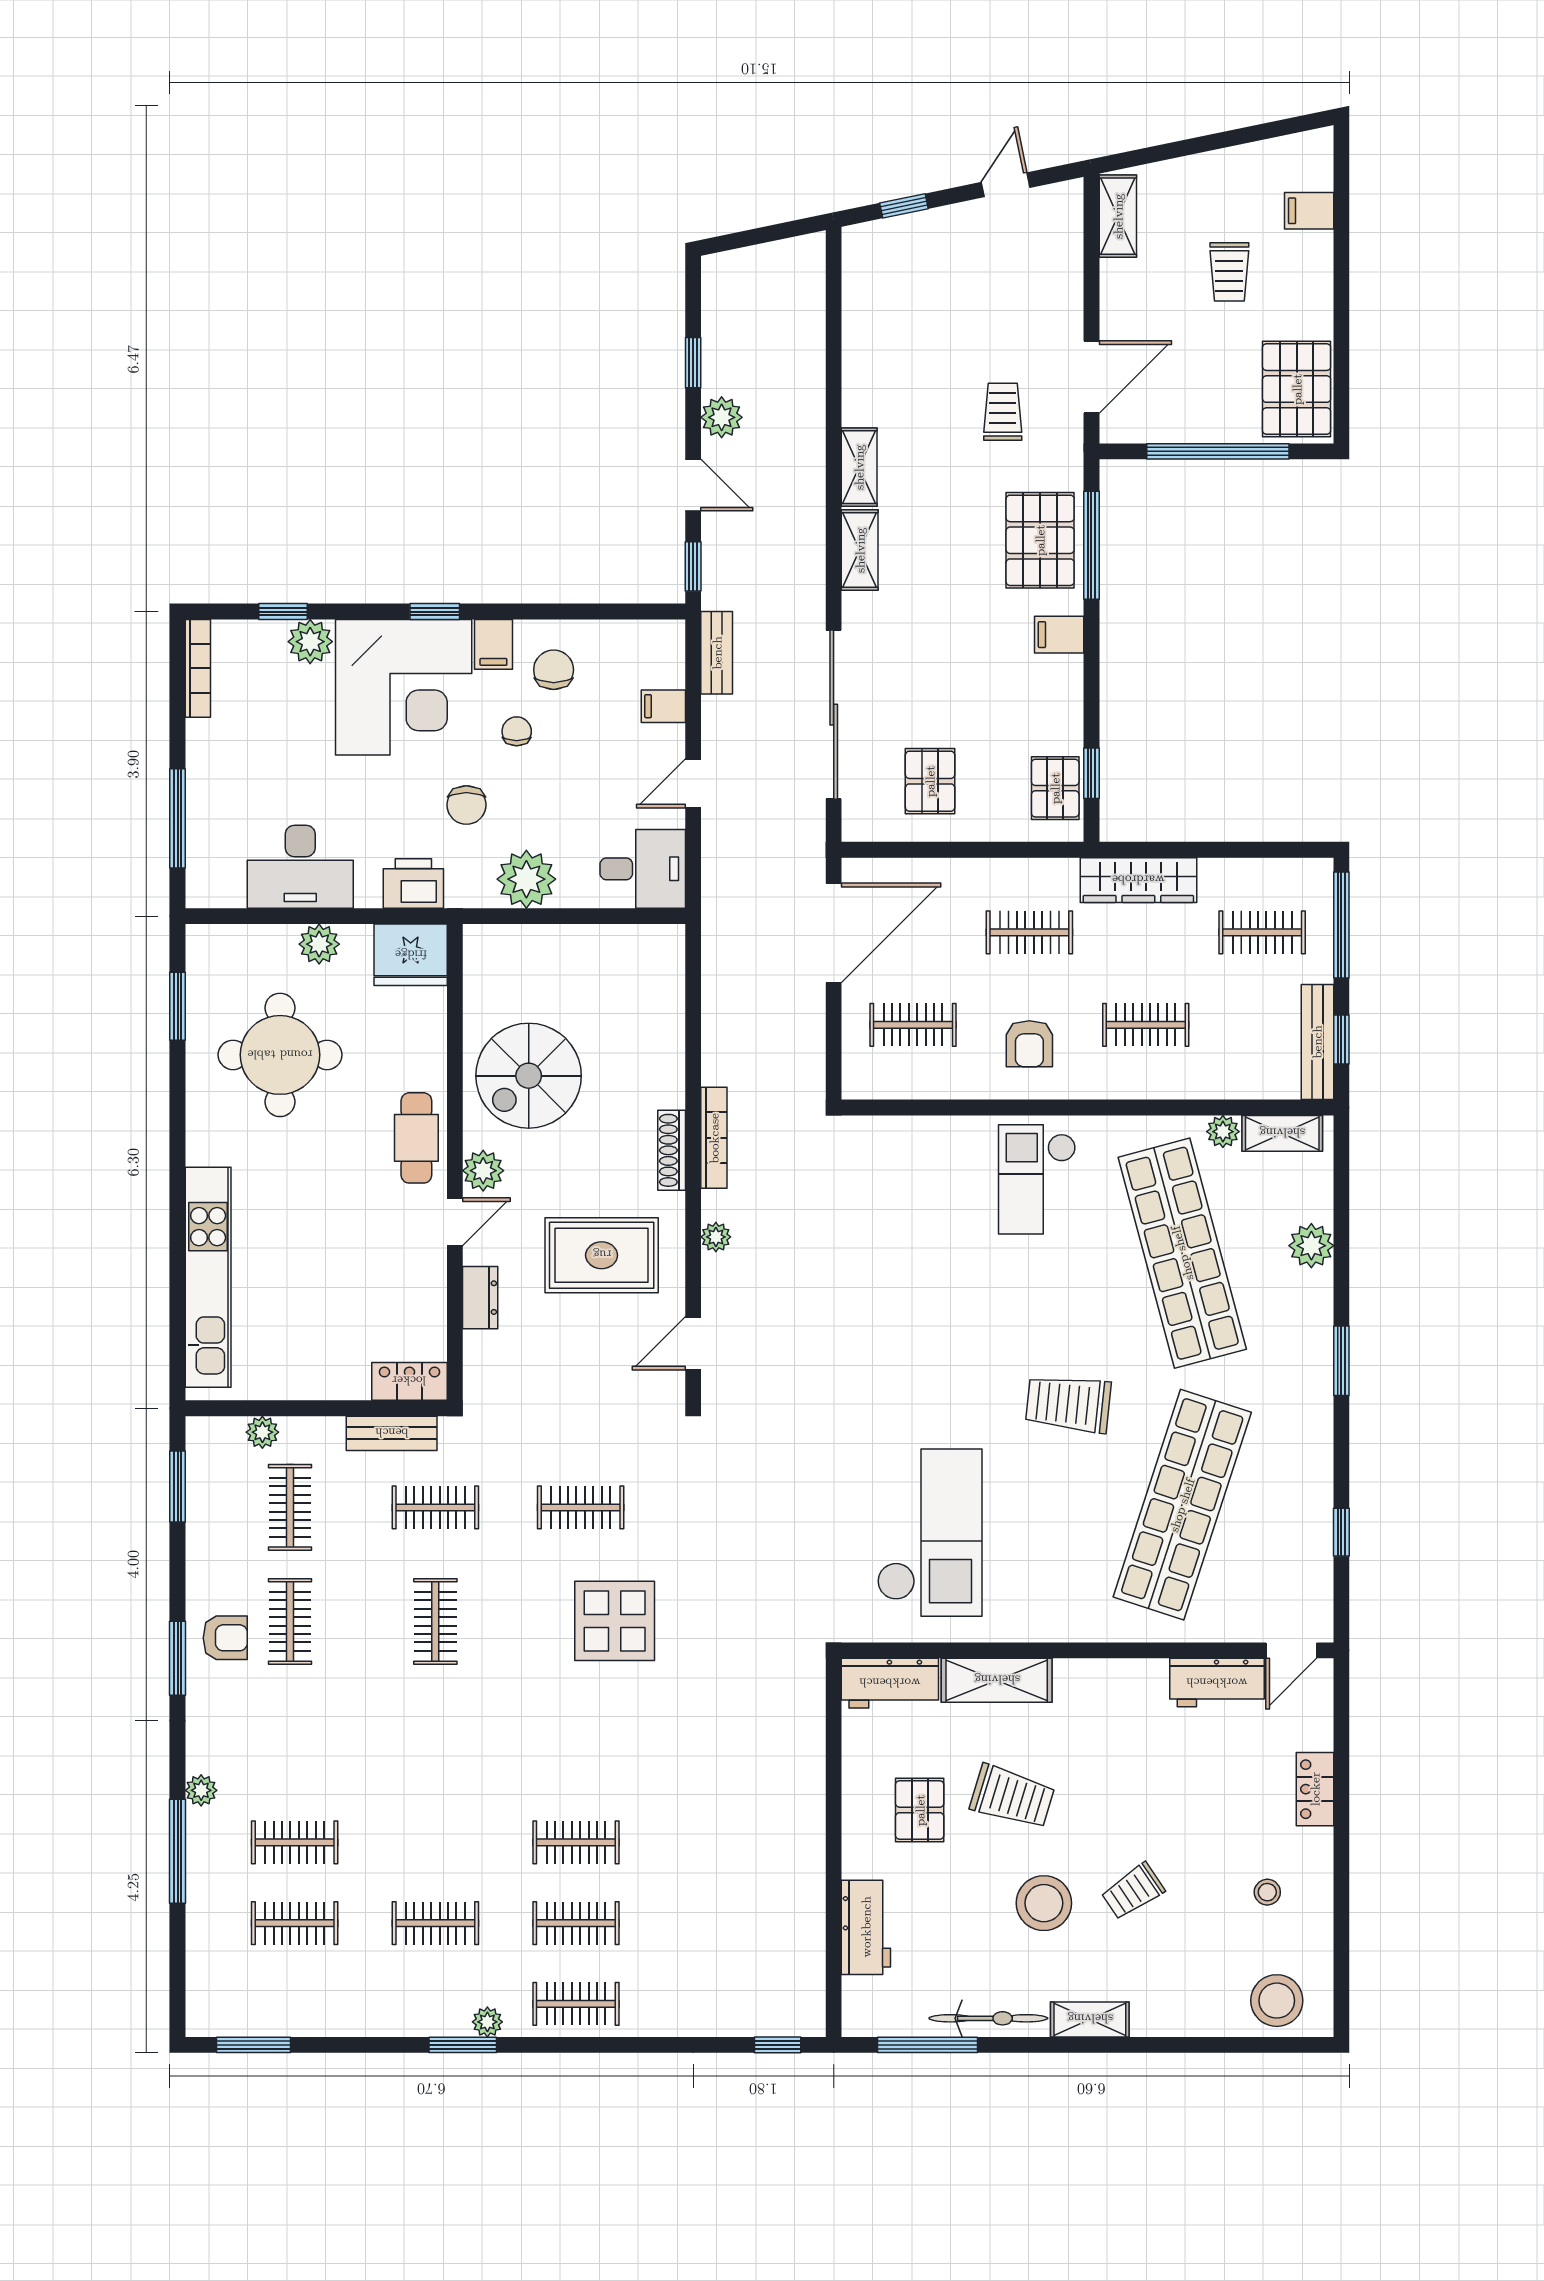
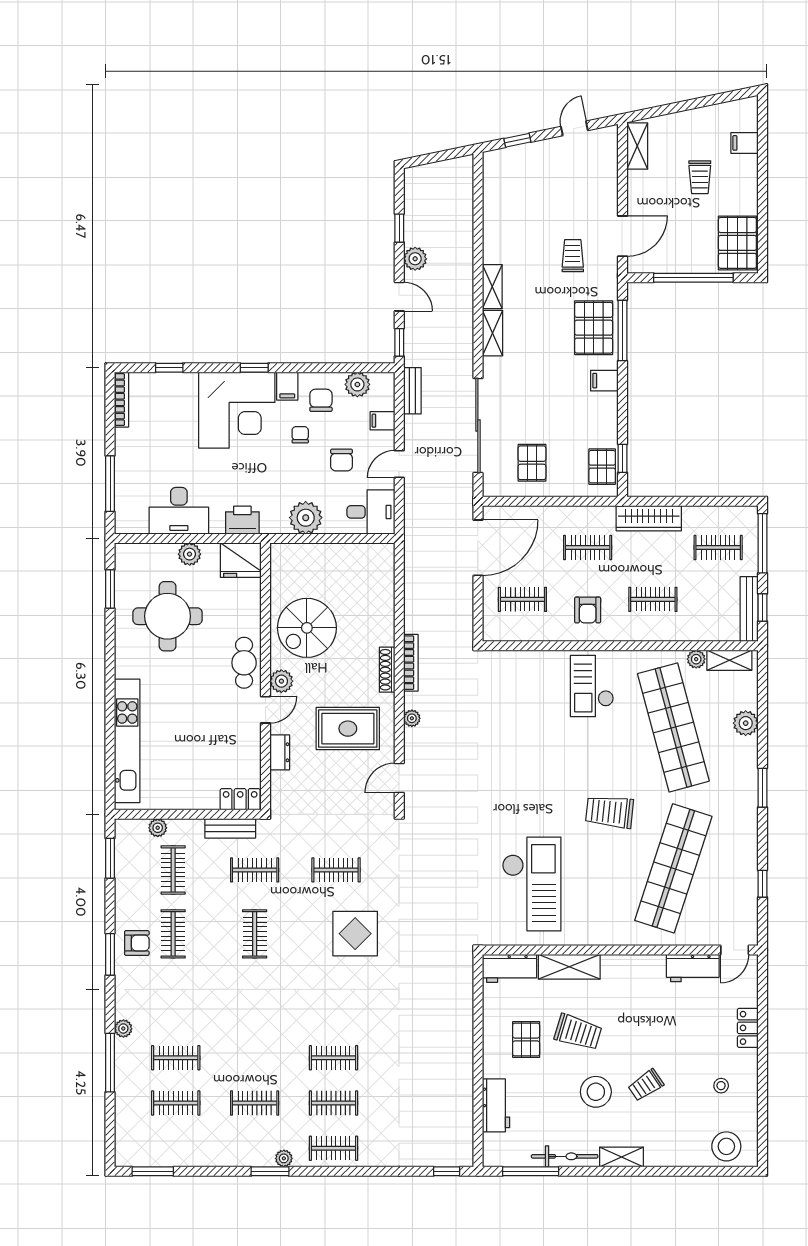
plant: (310, 642) -> (357, 384), moved
chair: (466, 805) -> (341, 460), moved

